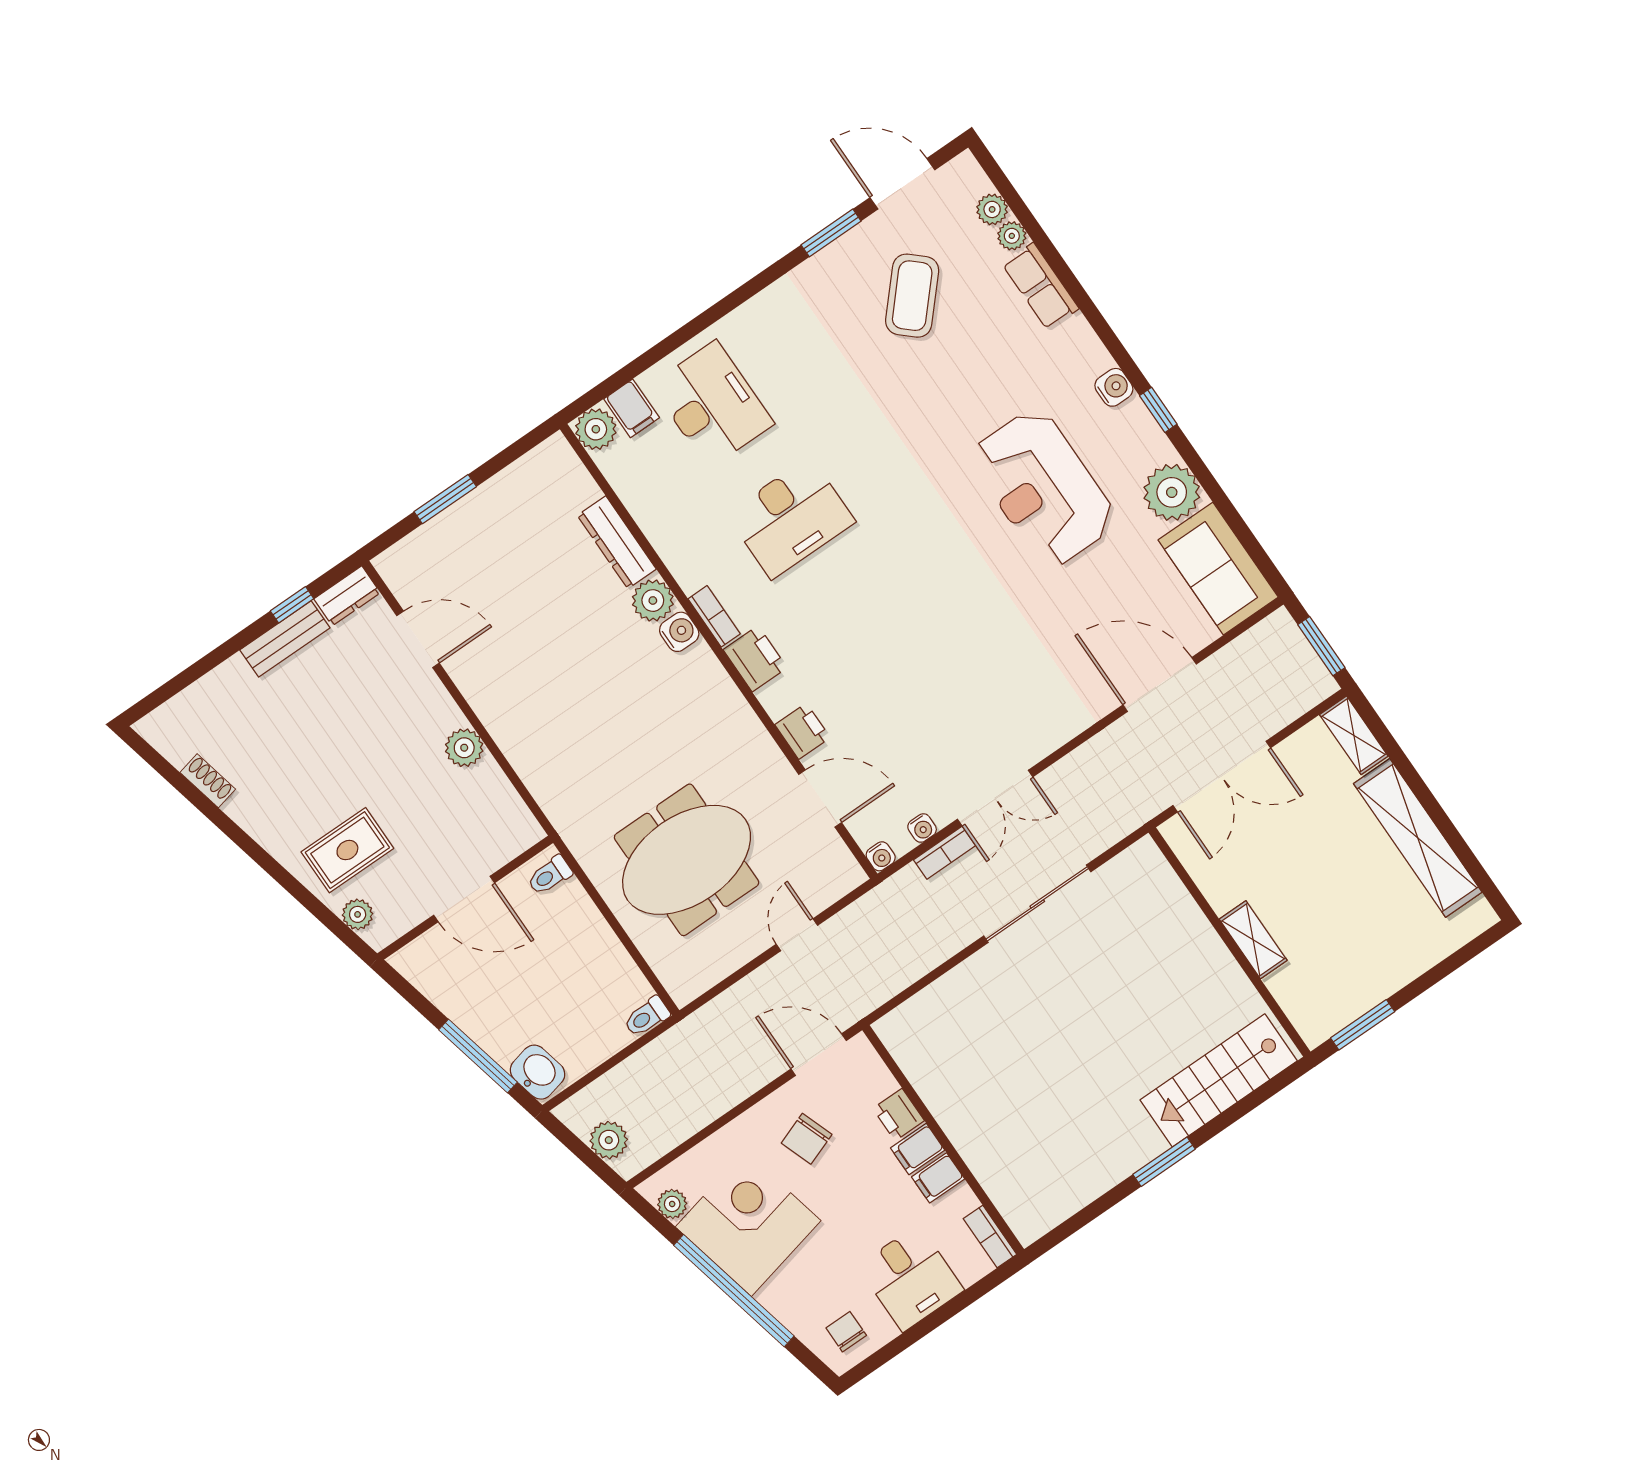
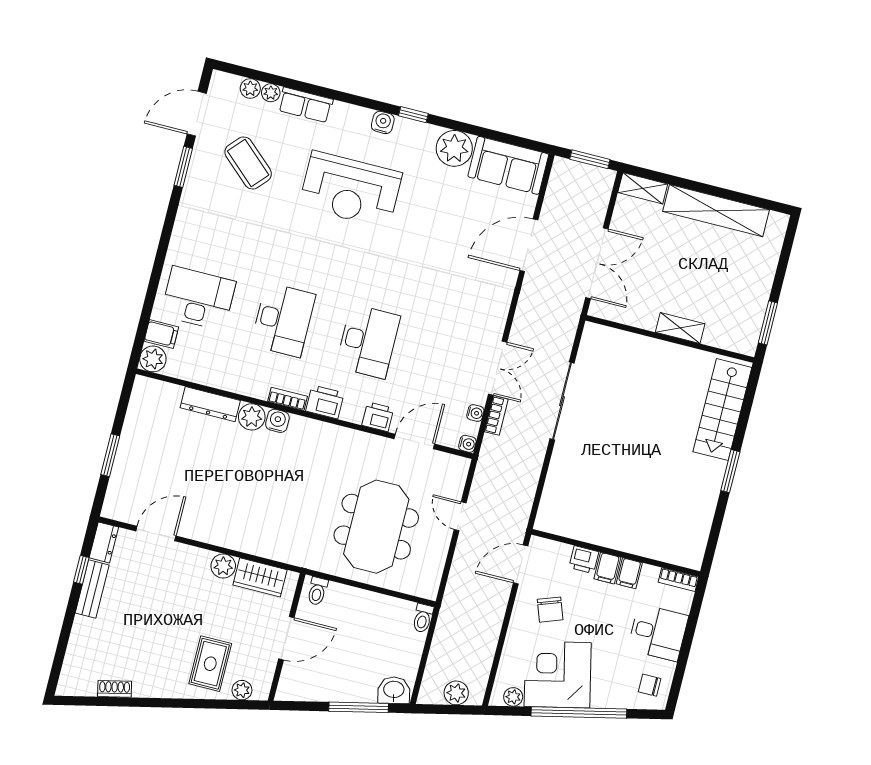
reception desk: (1043, 488) -> (350, 190), moved
desk: (869, 631) -> (368, 341), added
wardrobe: (496, 799) -> (260, 577), added

